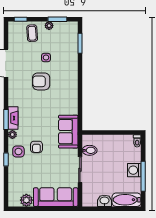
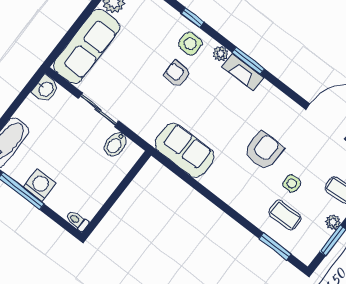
coffee table: (63, 50) -> (285, 215), added
sofa: (68, 132) -> (184, 150), moved
washbasin: (104, 201) -> (46, 89), moved

